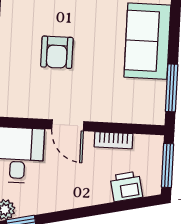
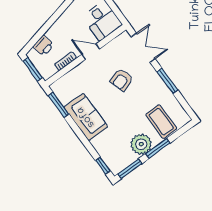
armchair: (57, 52) -> (122, 80), turned -108

